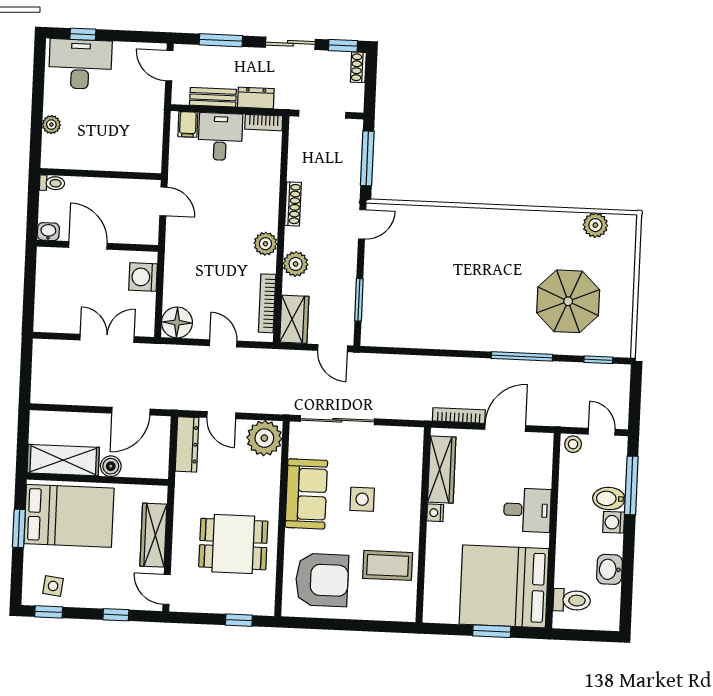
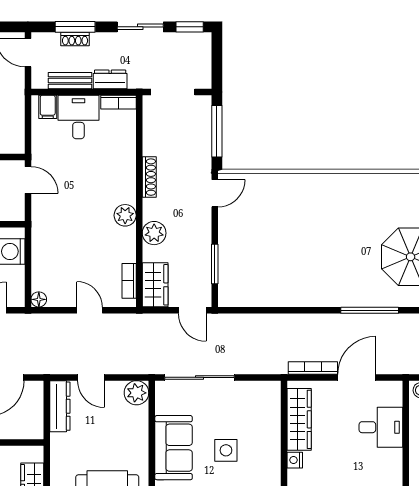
shoe rack: (358, 67) -> (75, 39), moved, turned -90
bookcase: (267, 303) -> (129, 281), width x0.64
floor lamp: (177, 322) -> (39, 299), width x0.53, depth x0.53
plant: (264, 438) -> (136, 393), width x0.73, depth x0.73
desk: (527, 510) -> (381, 427), moved

